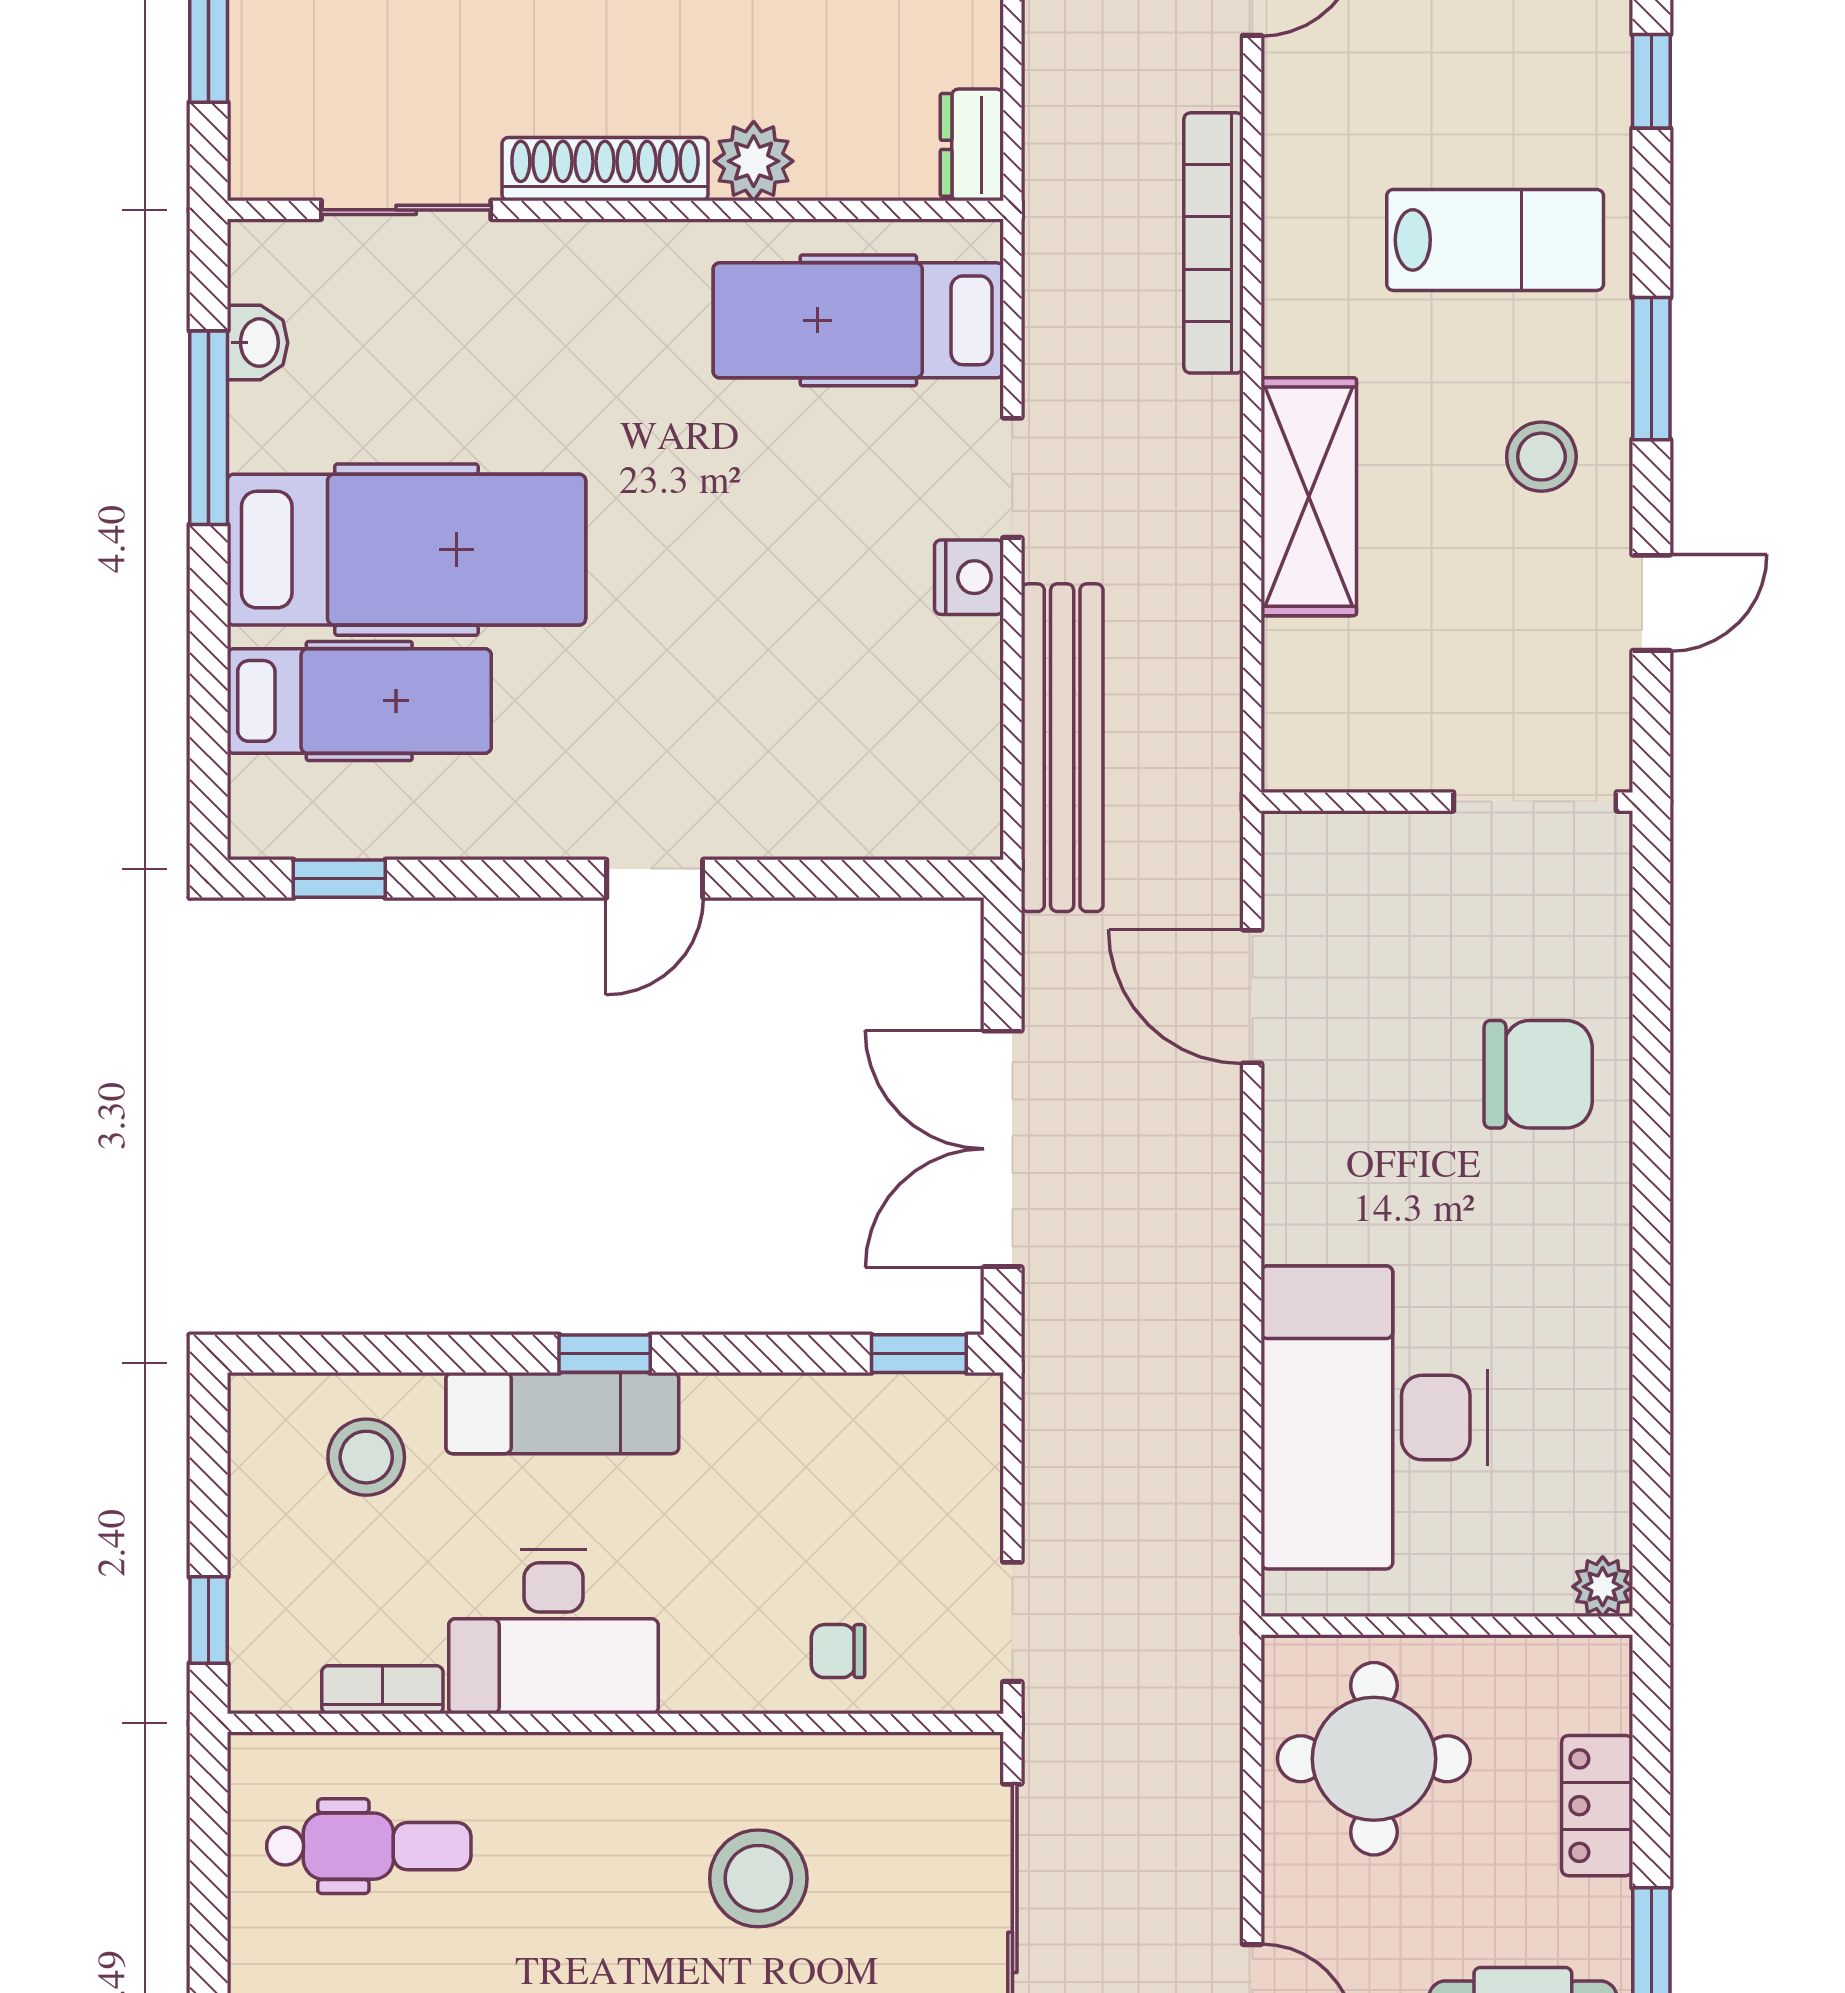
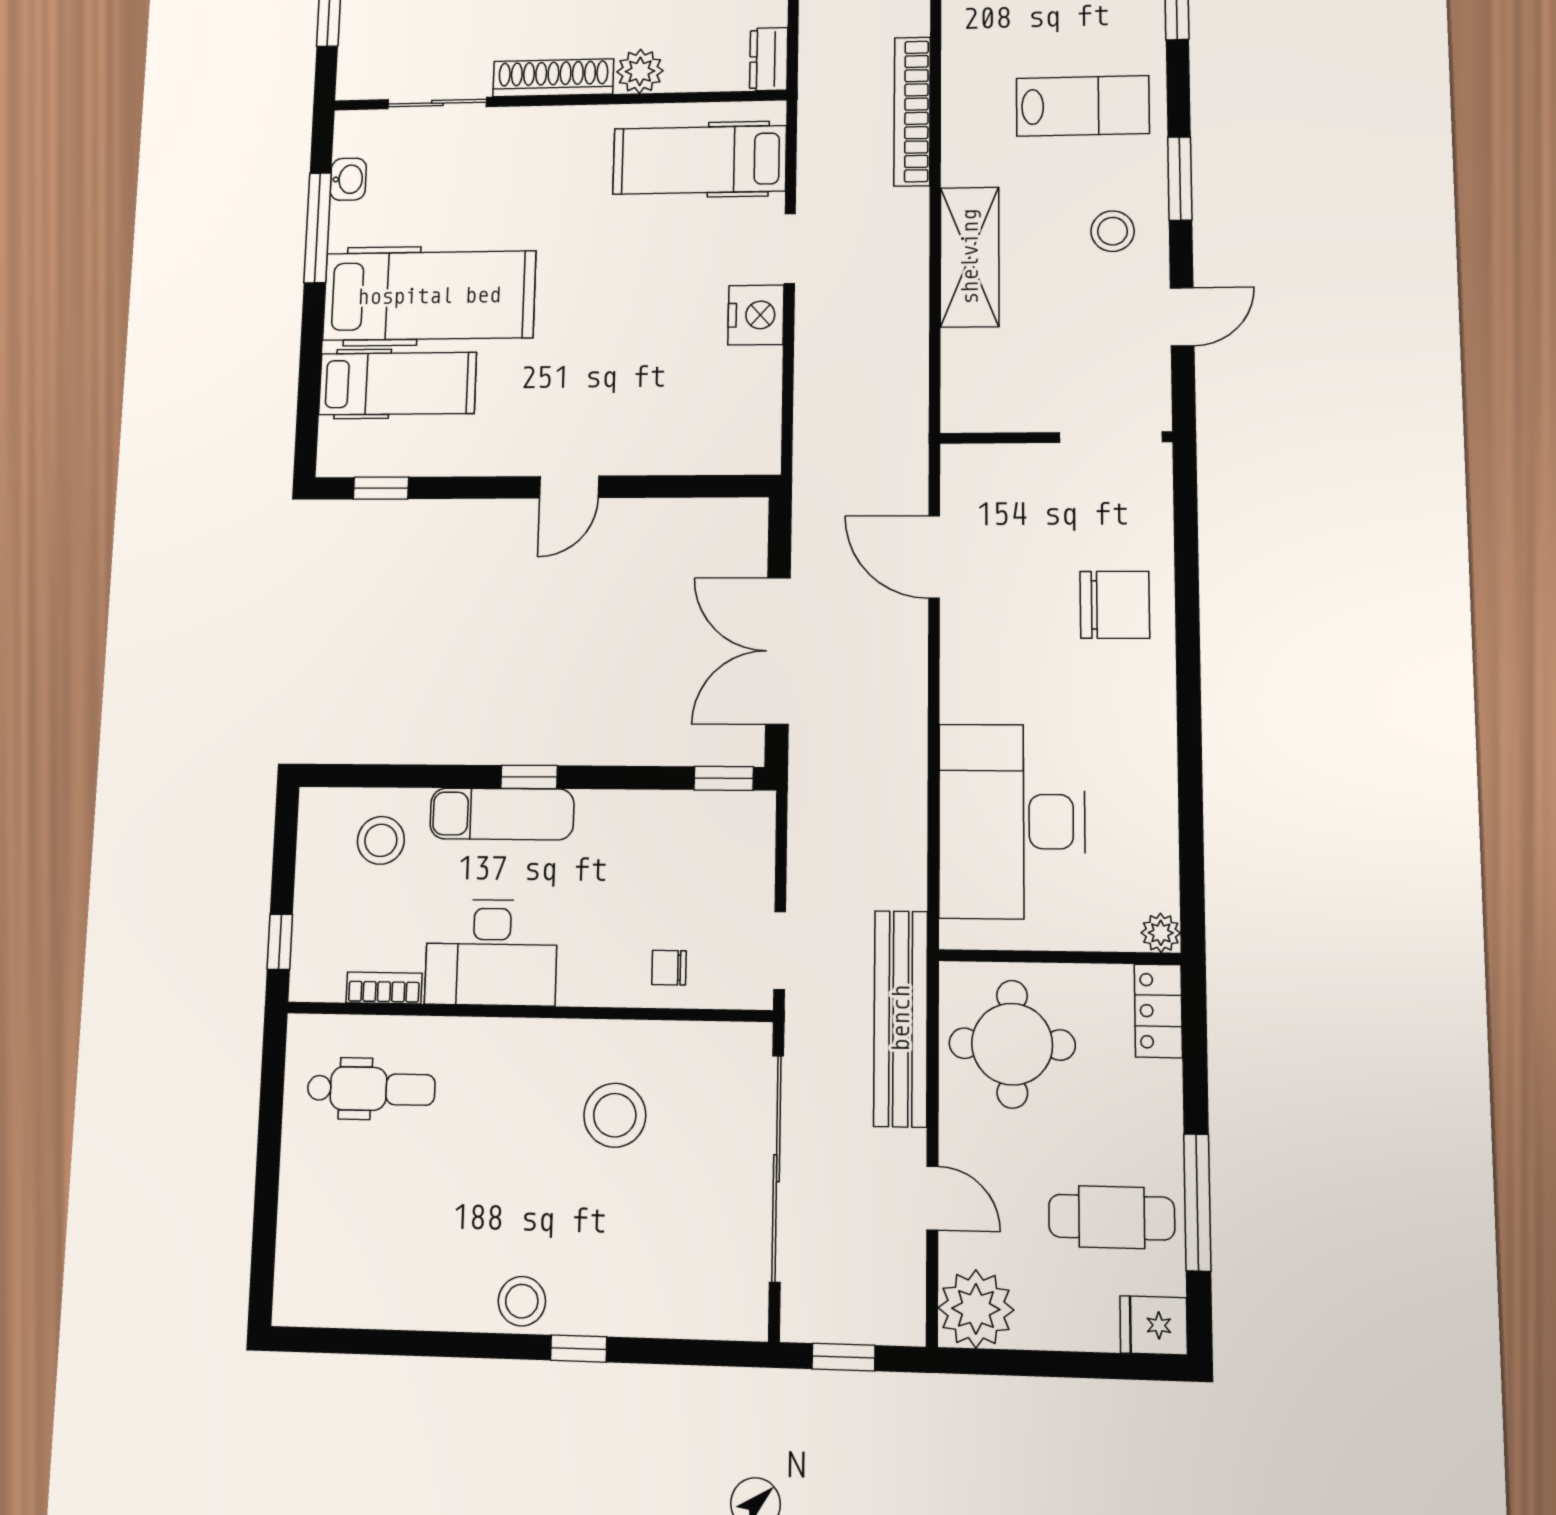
nightstand: (969, 577) -> (756, 315), width x1.36, depth x1.33
bench: (1062, 748) -> (901, 1018), moved
locker: (1597, 1806) -> (1158, 1011), moved

